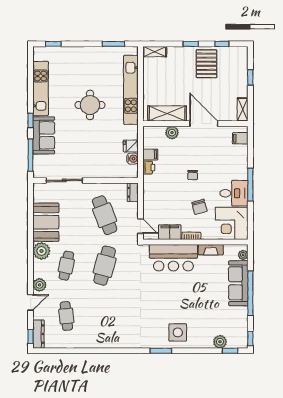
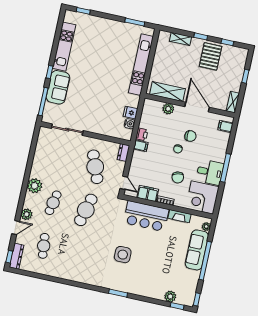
shelving: (155, 52) -> (180, 39), moved
round table: (90, 105) -> (103, 70), removed
filing cabinet: (150, 155) -> (141, 146), moved
chair: (203, 158) -> (190, 136), added
booth: (46, 222) -> (44, 162), removed
side table: (178, 332) -> (123, 255), moved

